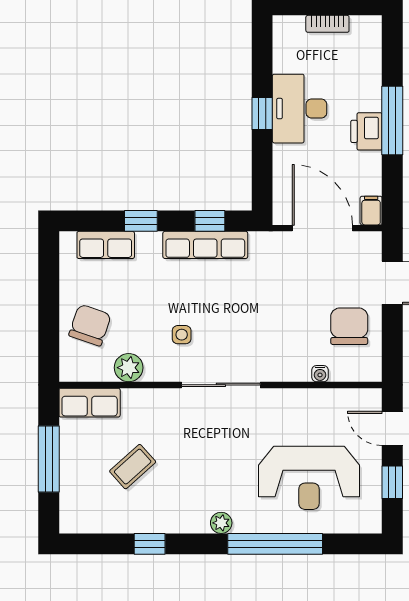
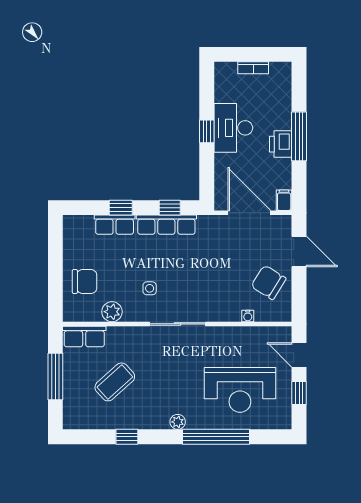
row of seats: (106, 245) -> (115, 225), moved
chair: (90, 325) -> (85, 282), turned 71
chair: (349, 326) -> (269, 282), turned -58
coffee table: (133, 467) -> (115, 382), width x1.36, depth x1.30

